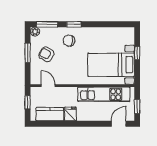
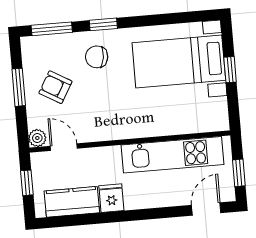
plant: (35, 32) -> (37, 138), moved
bed with nightstands: (111, 65) -> (179, 61), moved

